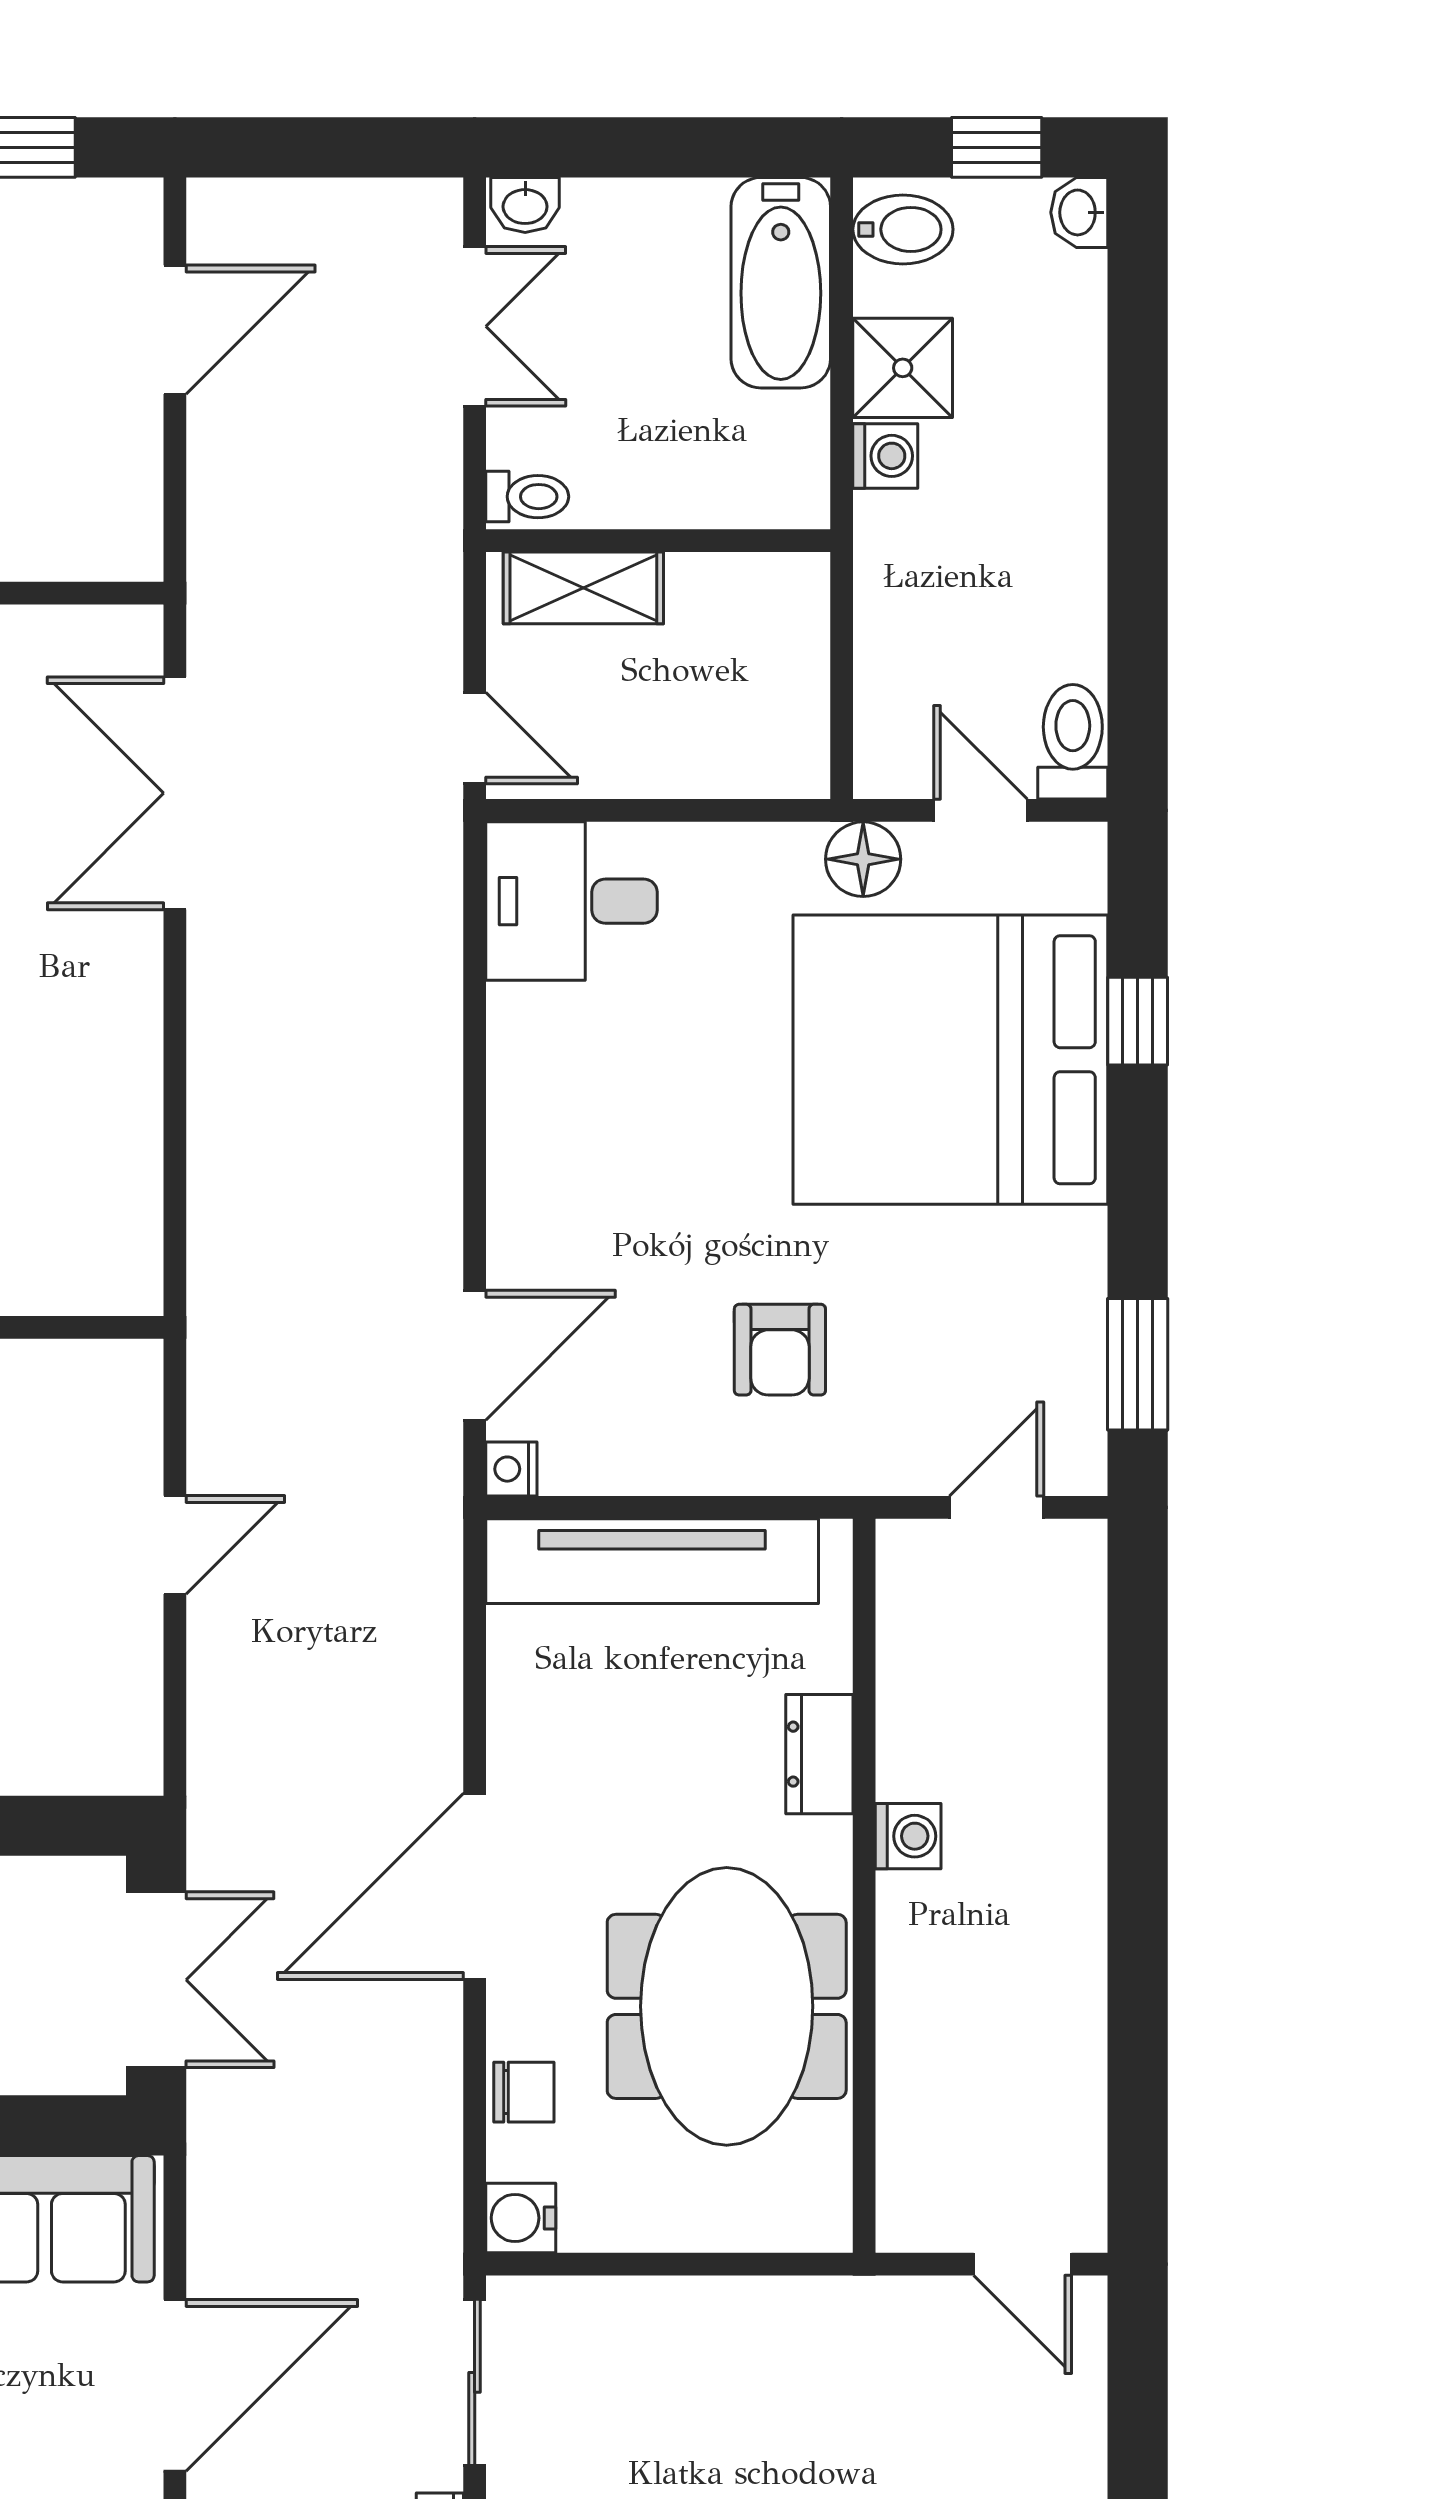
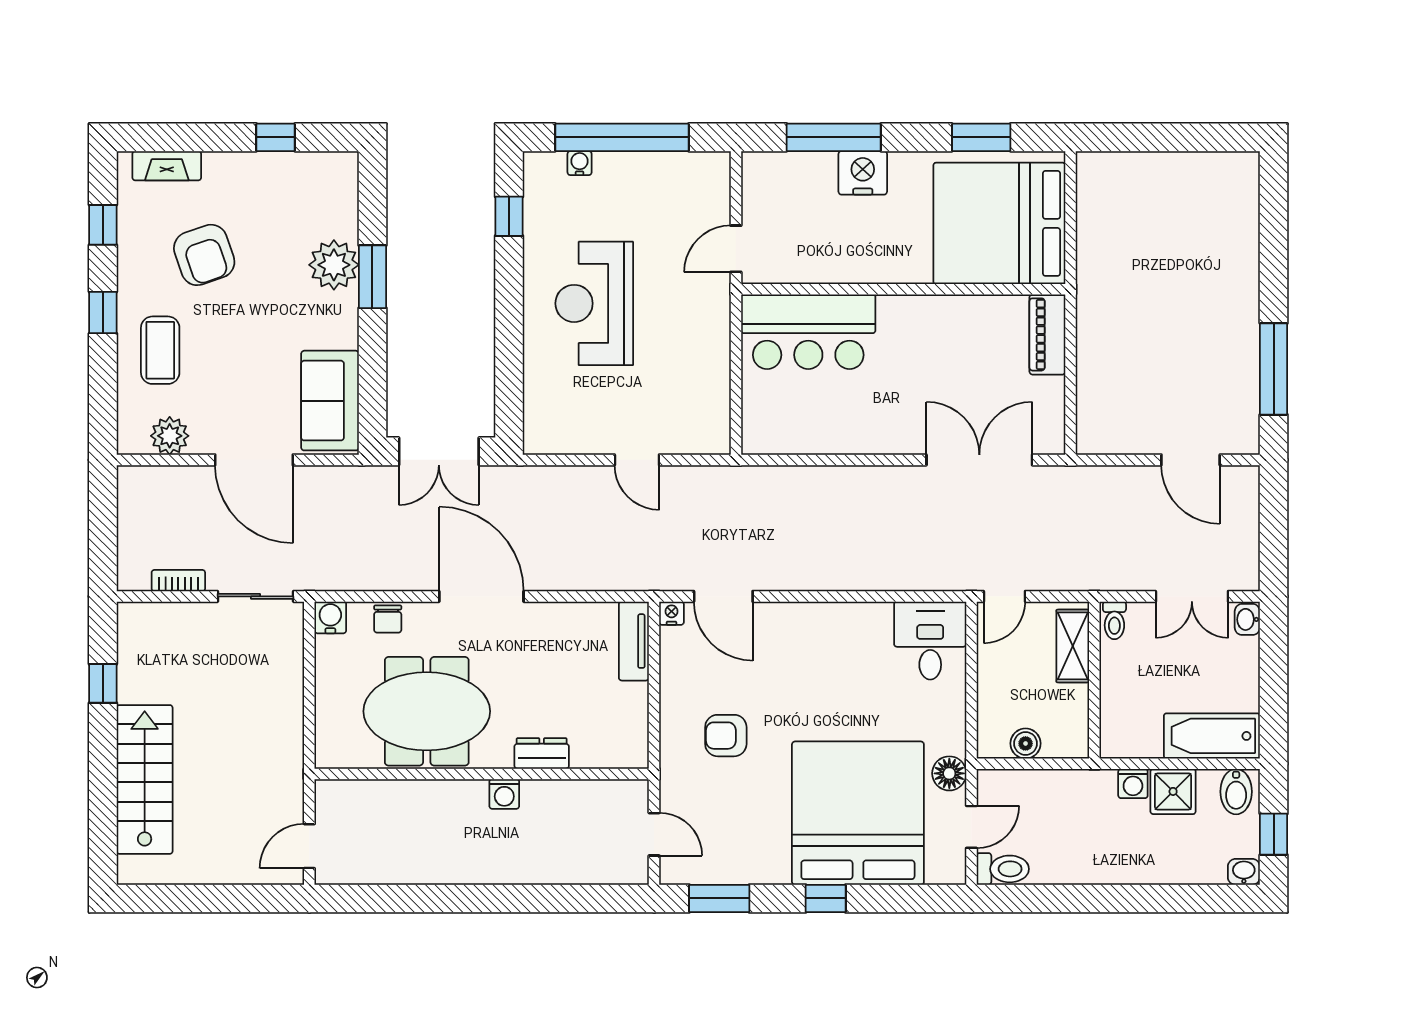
boiler: (797, 692) -> (1026, 743), added
window: (1138, 1021) -> (826, 898), moved
tv unit: (652, 1561) -> (634, 641), width x0.52, depth x0.78

